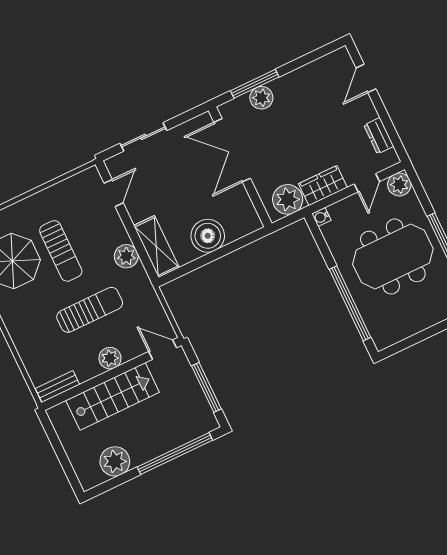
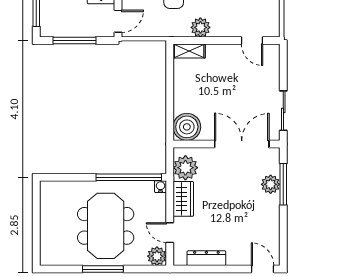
door: (366, 78) -> (263, 269), moved
dresser: (379, 136) -> (206, 258), width x1.44
sliding door: (143, 137) -> (283, 111), moved
boiler: (208, 236) -> (187, 127), moved
shelving: (156, 246) -> (189, 51), width x0.67, depth x0.75
window: (350, 303) -> (129, 177), moved

